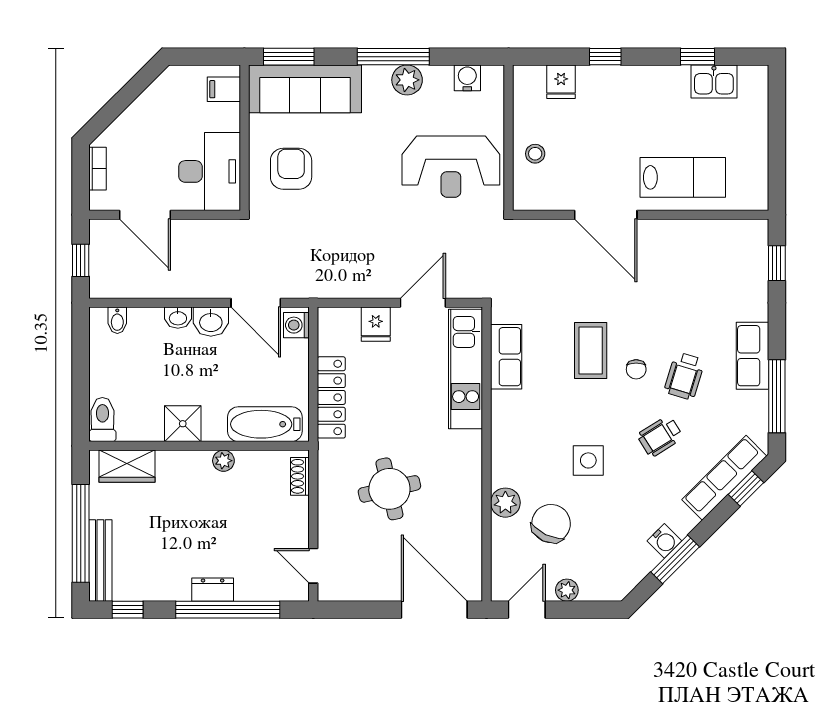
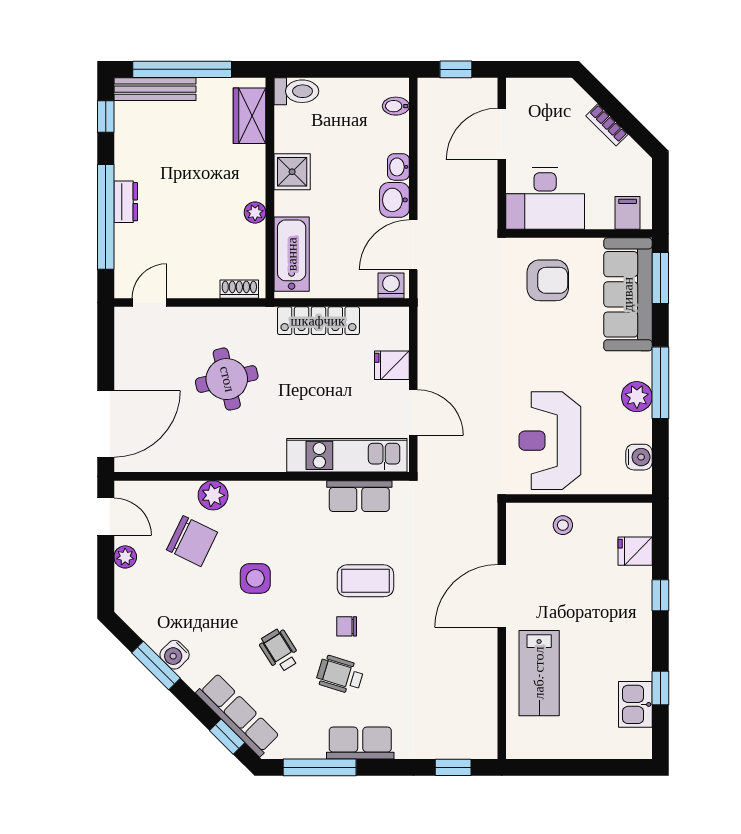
bookcase: (98, 169) -> (607, 125), moved, turned 45

